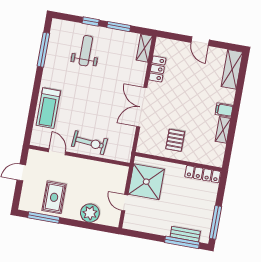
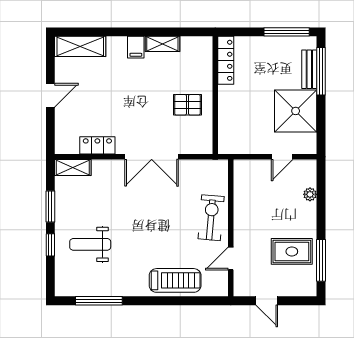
shower: (146, 182) -> (296, 111), moved
plant: (90, 213) -> (310, 194), width x0.53, depth x0.53

